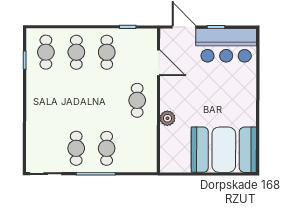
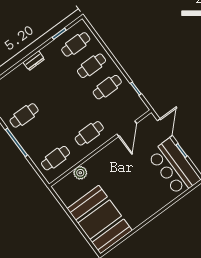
dresser: (32, 102) -> (34, 61), added
plant: (167, 118) -> (80, 173), moved
cafe table: (107, 148) -> (56, 158), moved

